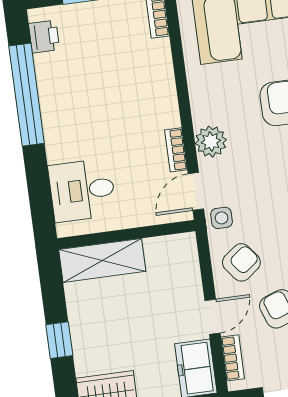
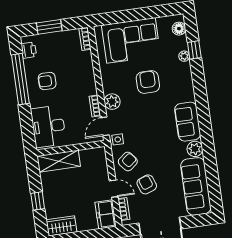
armchair: (80, 99) -> (47, 81), added
desk: (82, 190) -> (48, 126), width x1.37
door: (212, 317) -> (114, 189), hinge flipped

